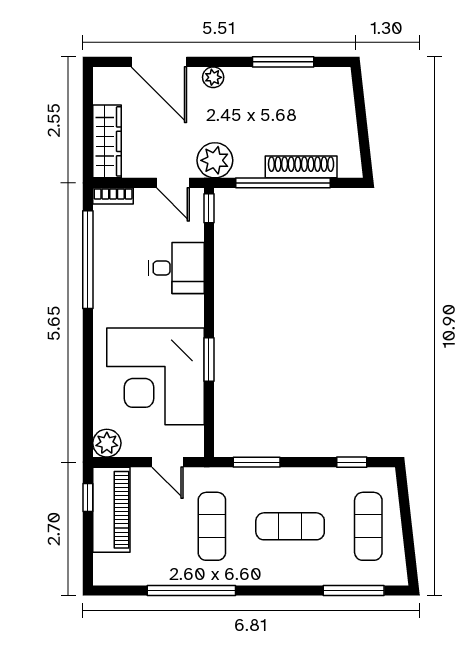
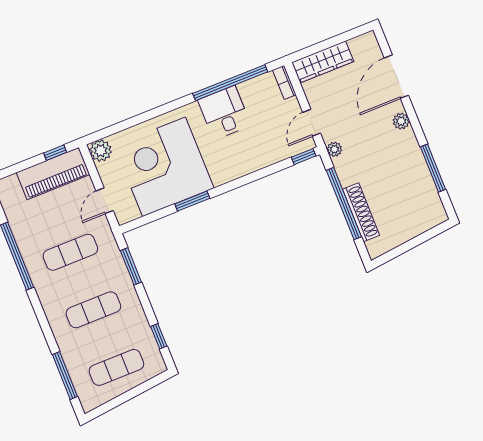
plant: (215, 160) -> (334, 149), width x0.53, depth x0.53
desk: (176, 268) -> (224, 113), moved, turned 180
exercise mat: (290, 526) -> (93, 310), turned 90

